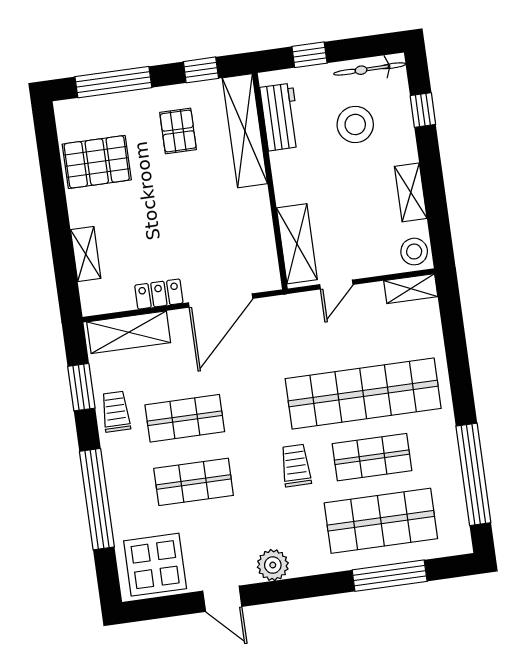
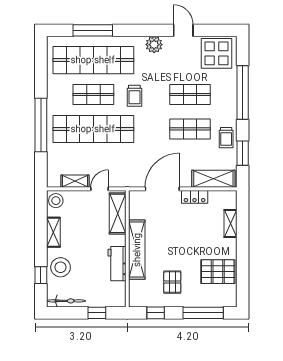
workbench: (280, 117) -> (117, 264), moved
stool: (355, 124) -> (61, 267), moved
shelving: (245, 131) -> (137, 250), moved
shelving: (411, 289) -> (75, 181), moved
window: (473, 474) -> (41, 125), moved
shop shelf: (381, 521) -> (93, 60), width x1.40

